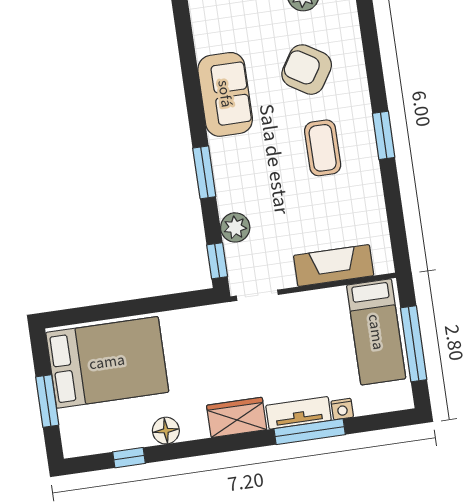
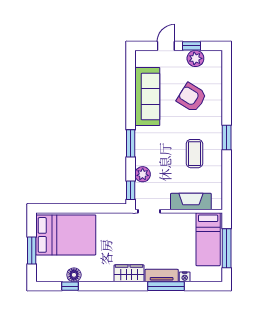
sofa: (225, 94) -> (147, 97), width x1.36
coffee table: (323, 148) -> (194, 154), moved
floor lamp: (166, 431) -> (74, 275), moved

